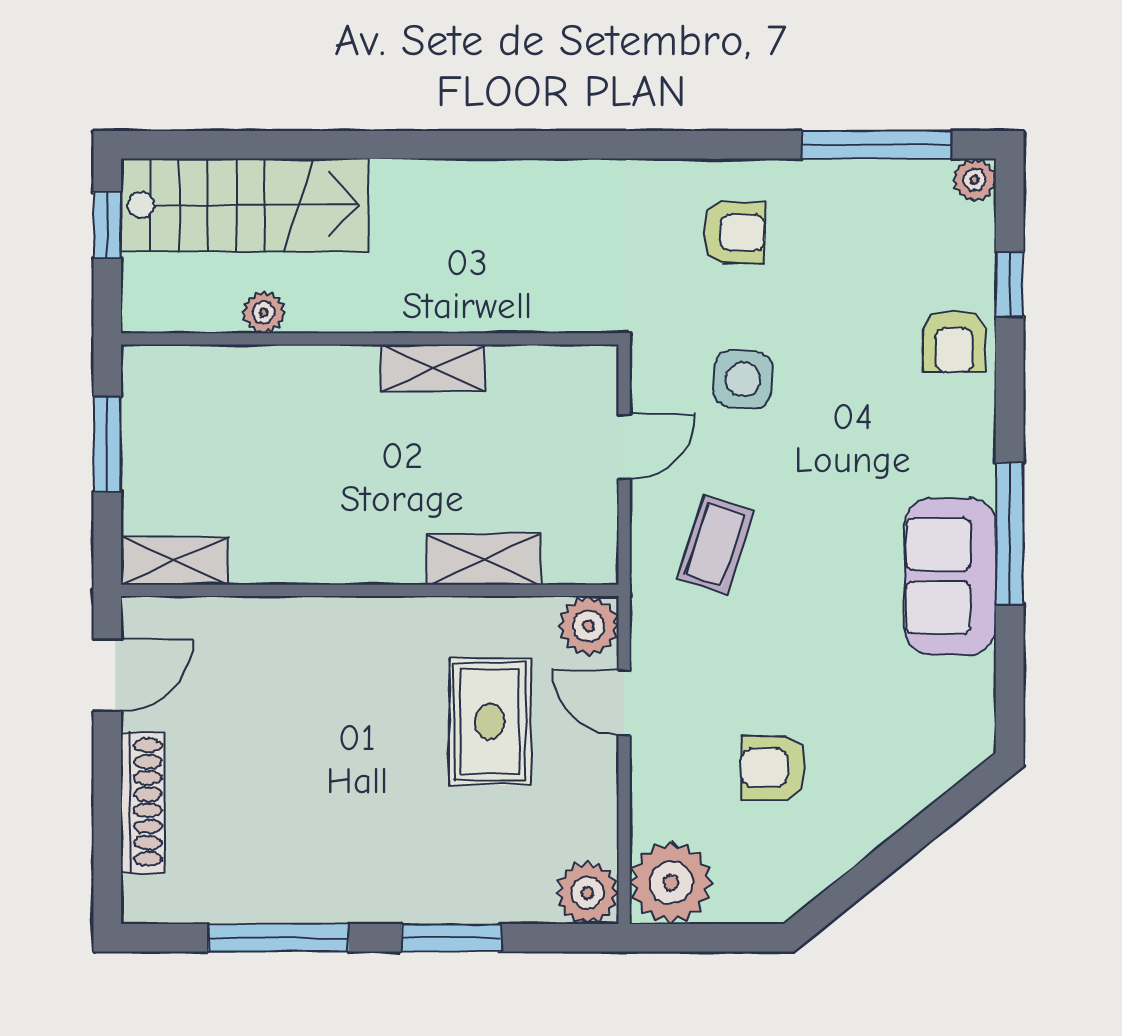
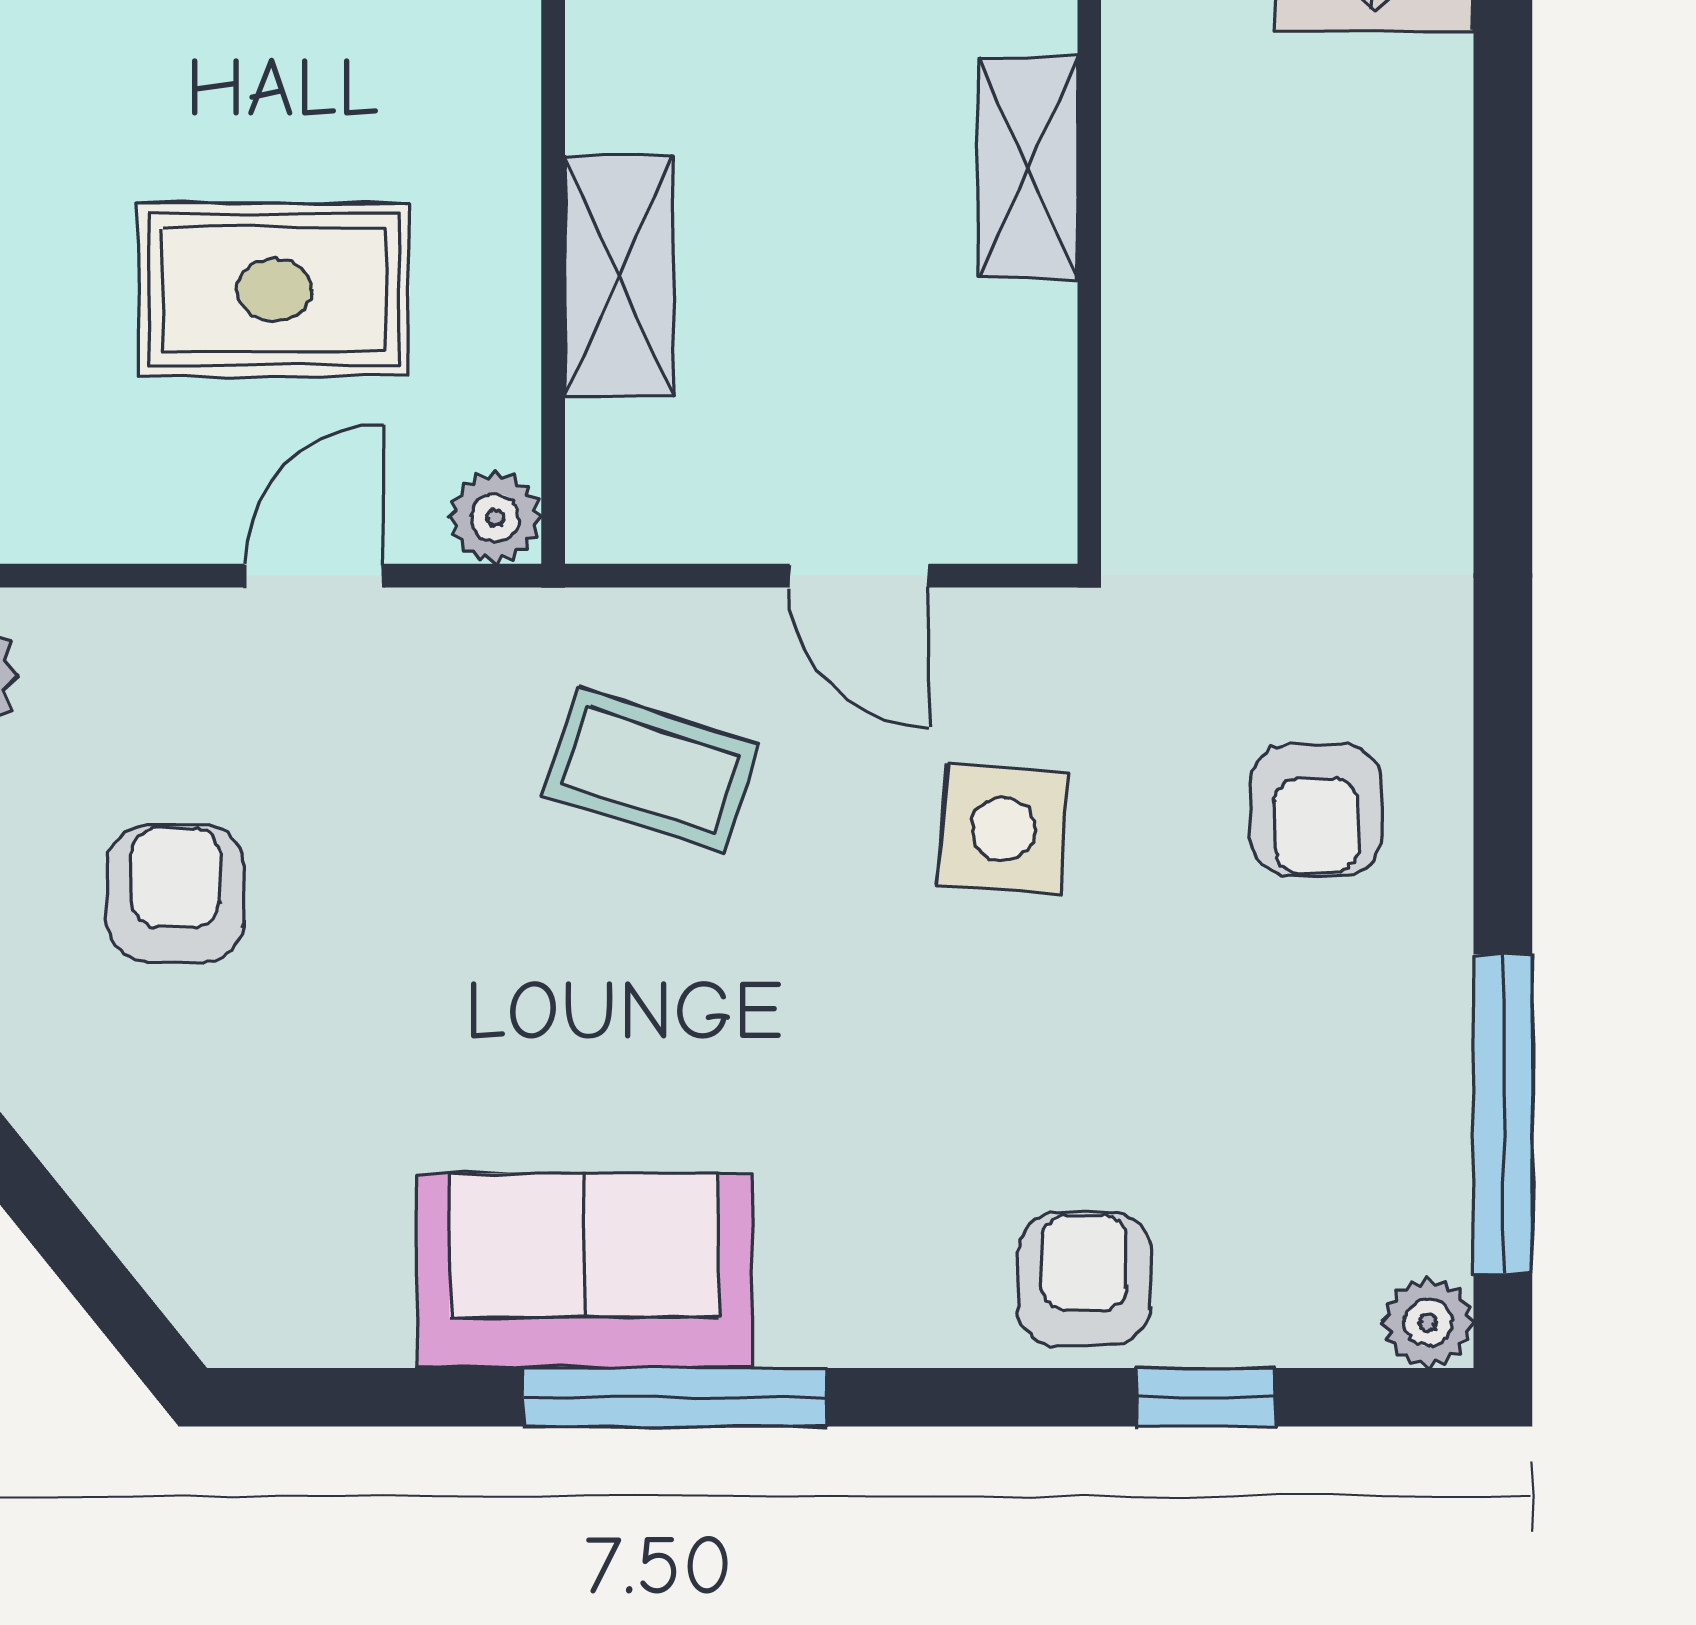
armchair: (954, 341) -> (1084, 1279), turned 90
plant: (589, 626) -> (495, 518), width x0.73, depth x0.73

